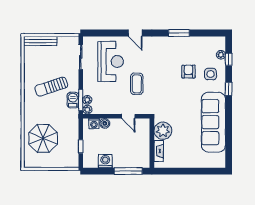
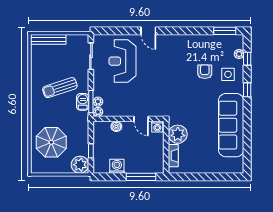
window: (179, 33) -> (225, 31), moved
reception desk: (111, 61) -> (123, 61), turned 180
coffee table: (137, 84) -> (150, 85), removed
washing machine: (94, 124) -> (157, 127), moved
plant: (70, 160) -> (80, 165), added

